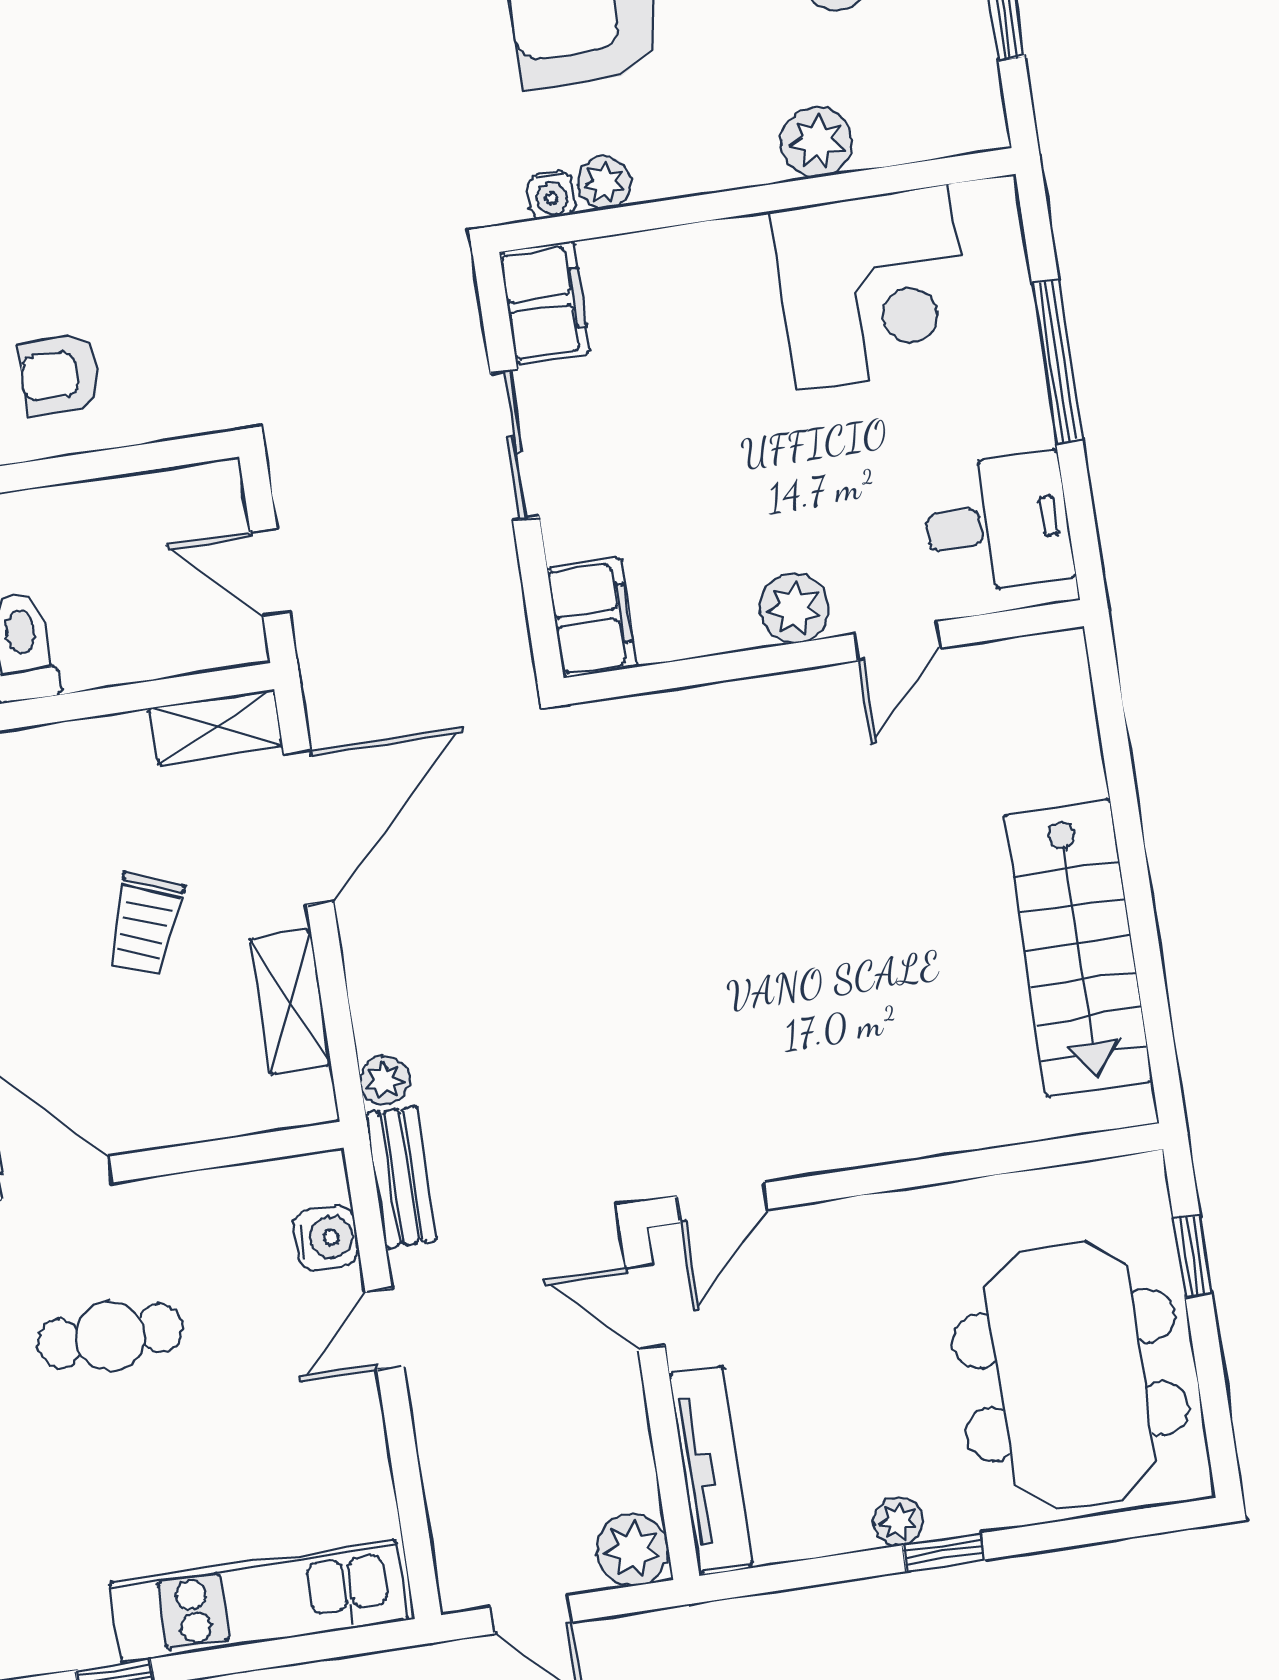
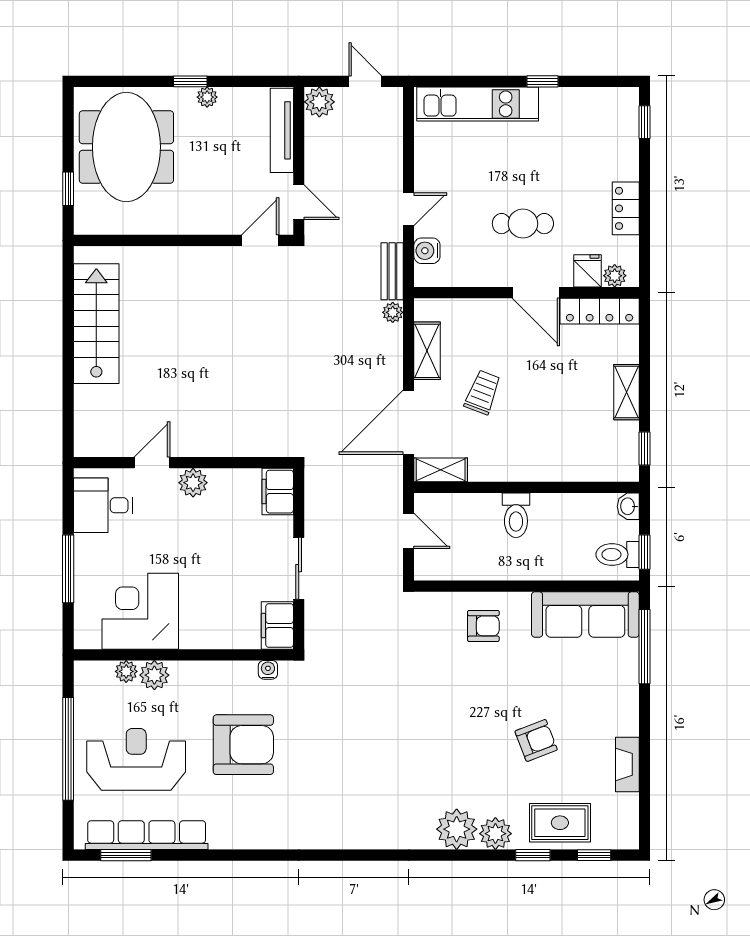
plant: (604, 183) -> (126, 671), moved

